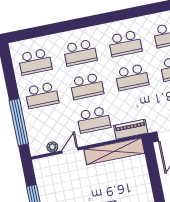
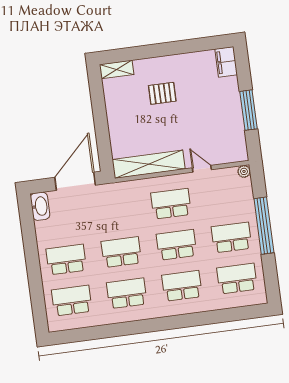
window: (19, 122) -> (264, 226), moved
piano: (131, 129) -> (127, 189), removed
plant: (52, 147) -> (244, 171), moved
door: (70, 150) -> (202, 169), swing flipped

